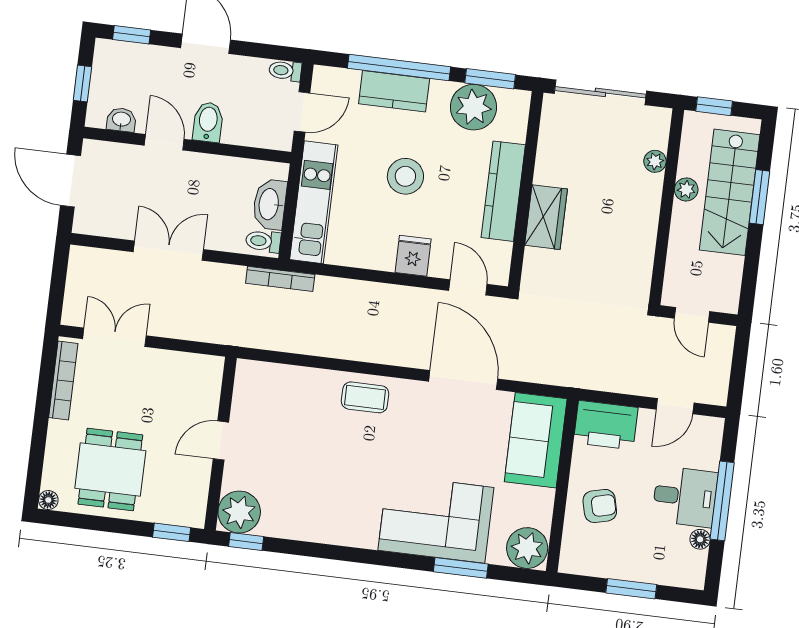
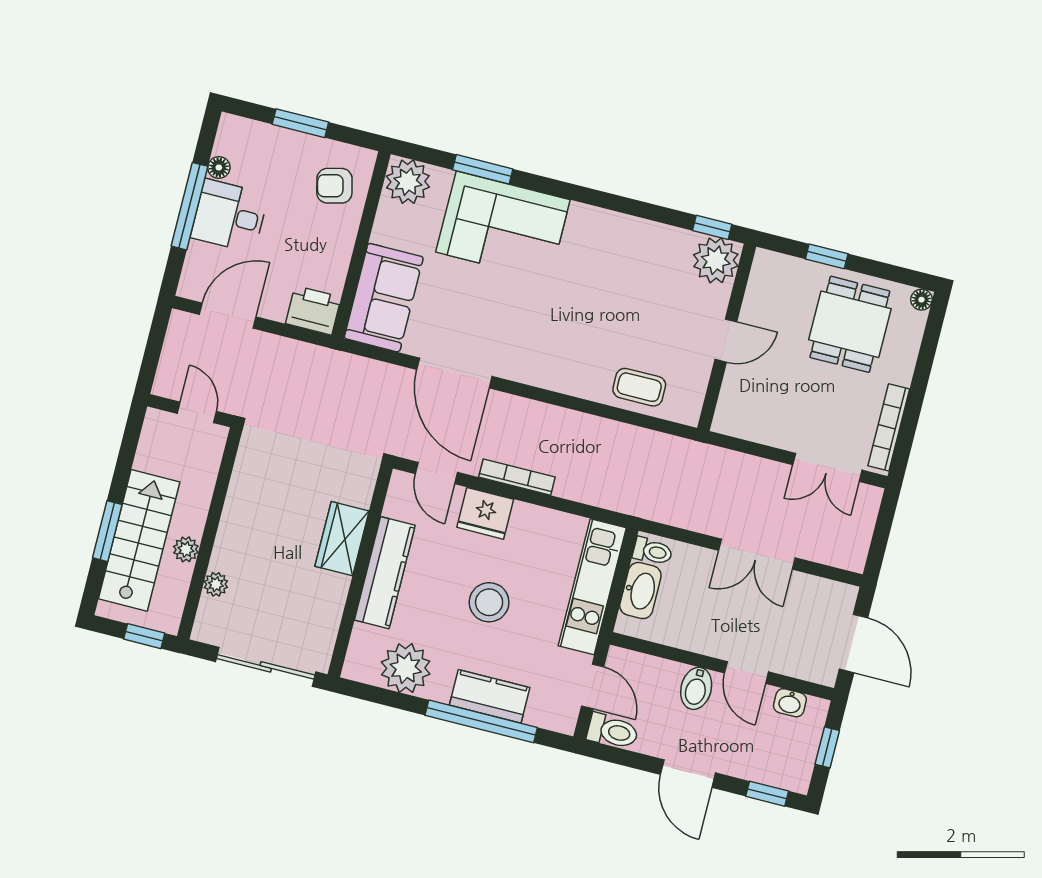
toilet: (285, 71) -> (613, 731), width x1.37, depth x1.39
window: (490, 79) -> (384, 697), removed
door: (302, 112) -> (593, 686), swing flipped
fridge: (413, 256) -> (485, 513), width x1.38
bookcase: (280, 279) -> (517, 477), moved
coffee table: (365, 397) -> (639, 387), moved
door: (675, 406) -> (228, 316), width x1.38
printer: (606, 425) -> (313, 310), width x0.73, depth x0.84
armchair: (600, 506) -> (334, 186), moved
window: (172, 532) -> (827, 256), moved

